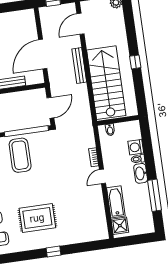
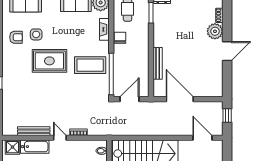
bench: (79, 65) -> (34, 131), moved
door: (50, 108) -> (129, 99), swing flipped
rug: (37, 218) -> (49, 61), moved, turned 90

